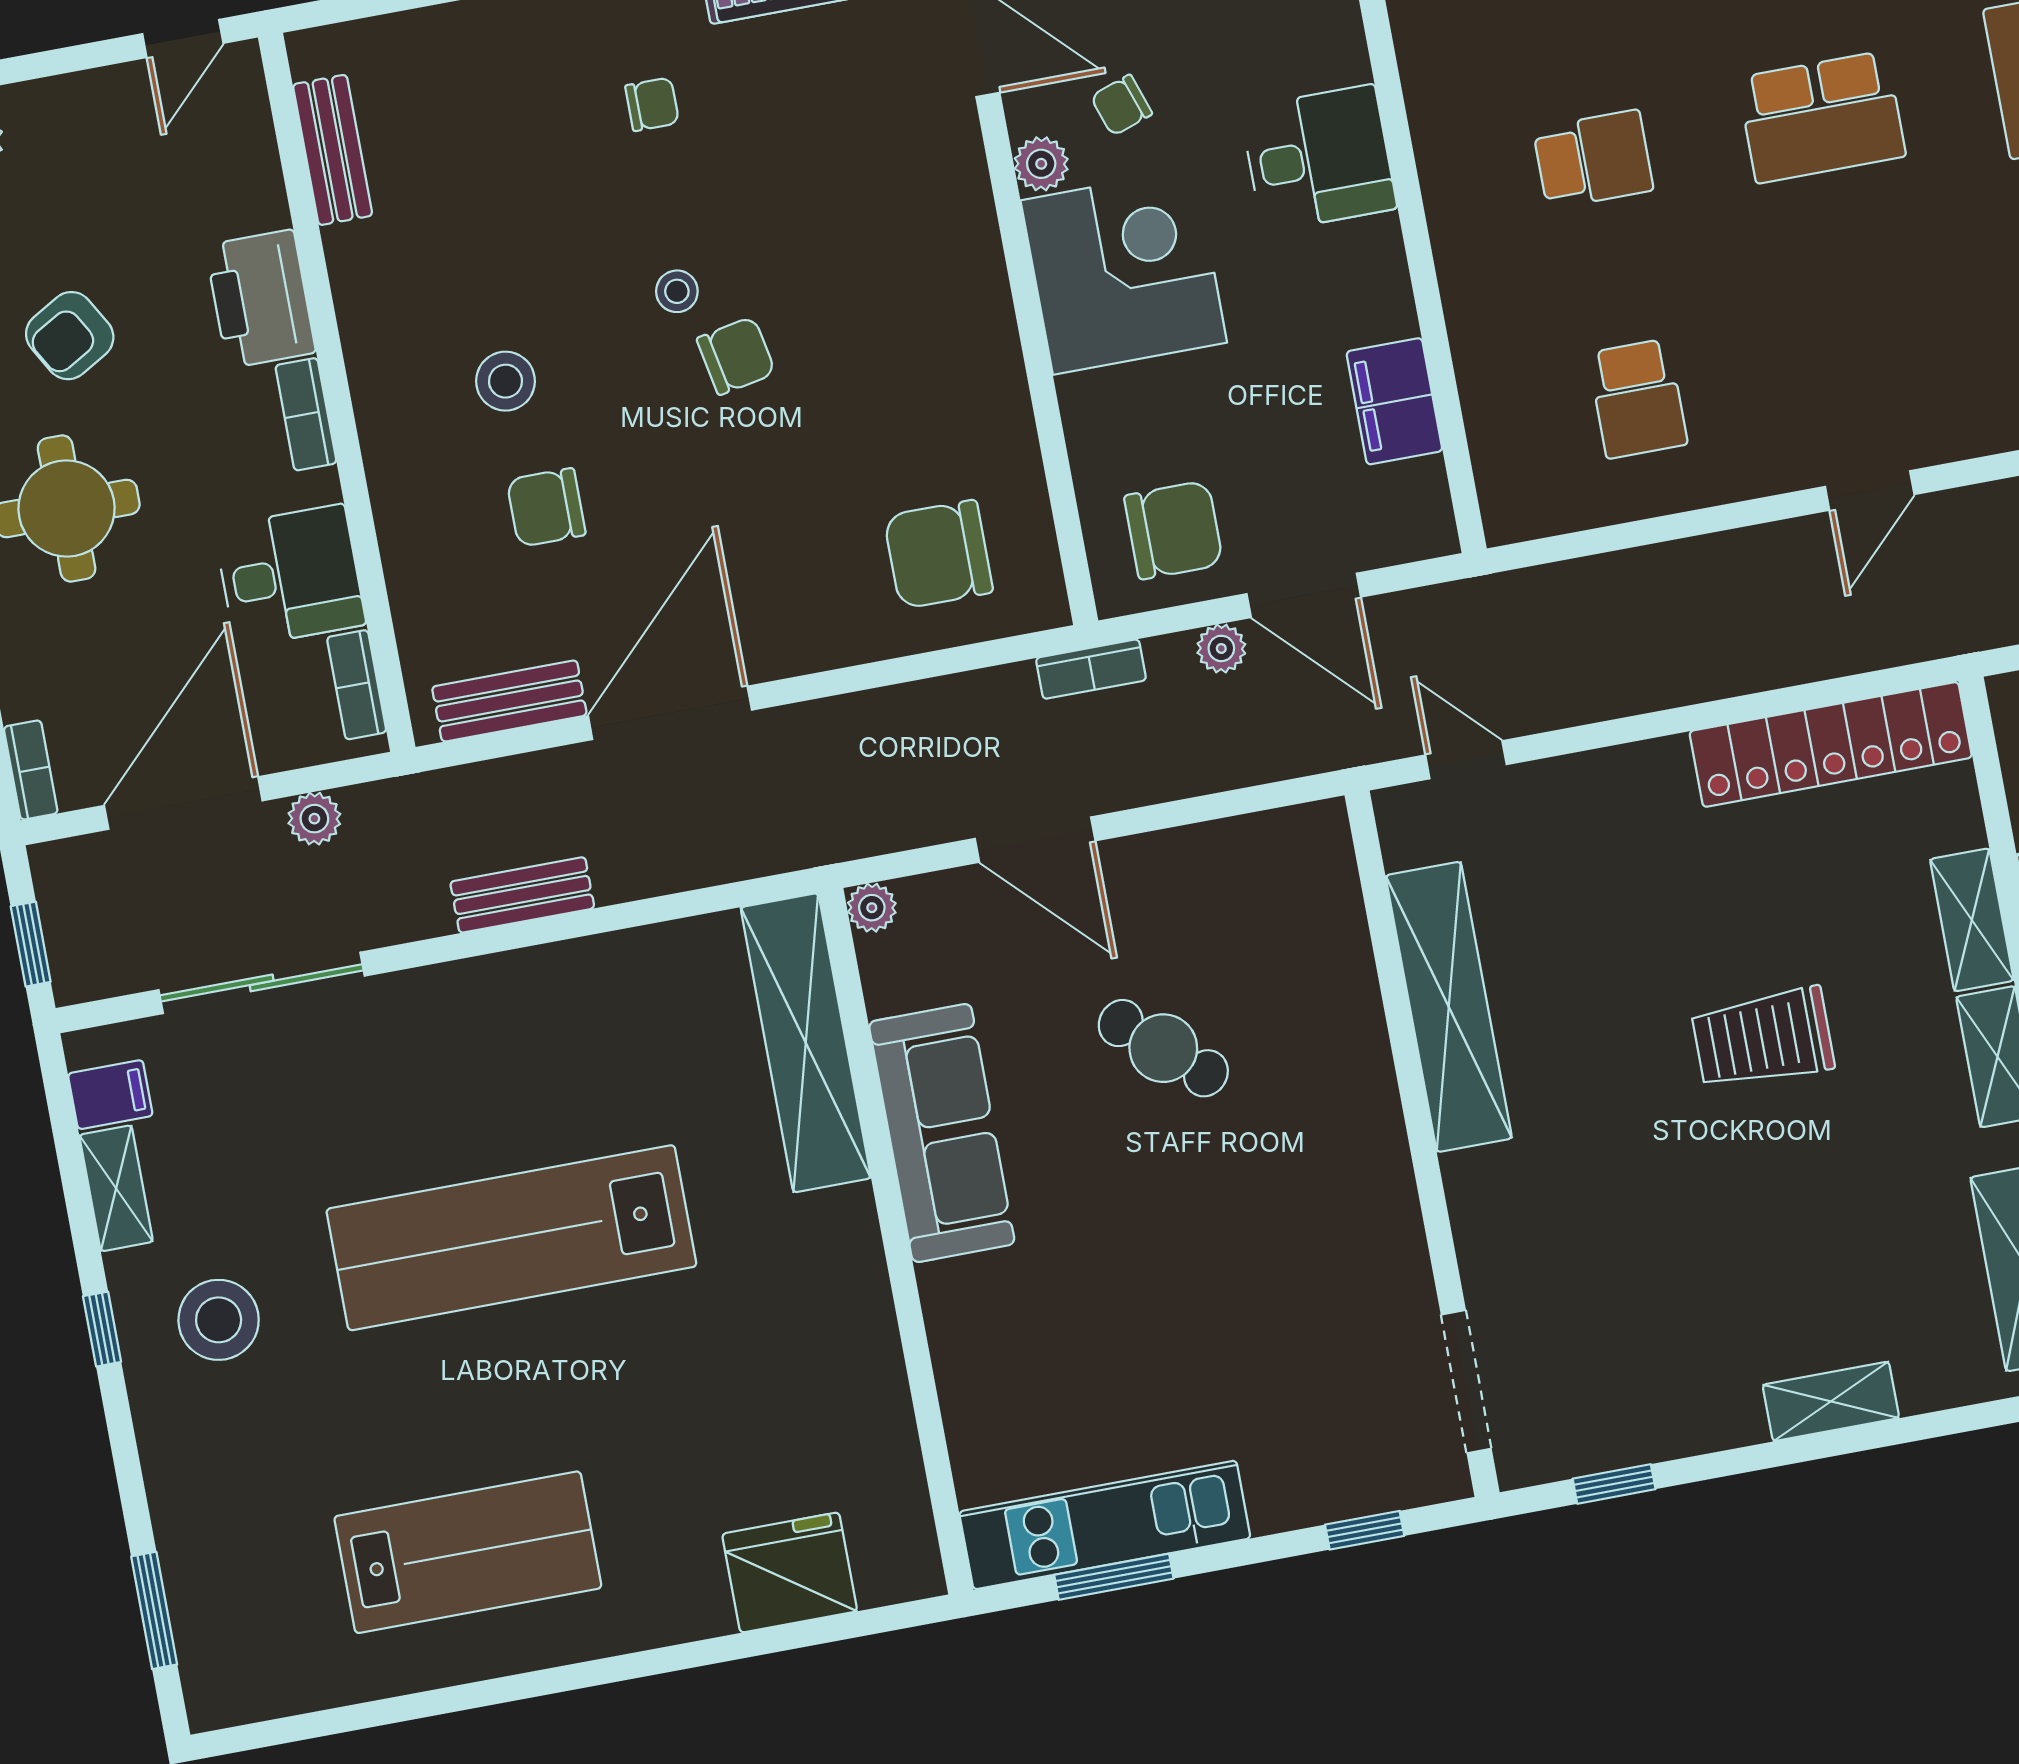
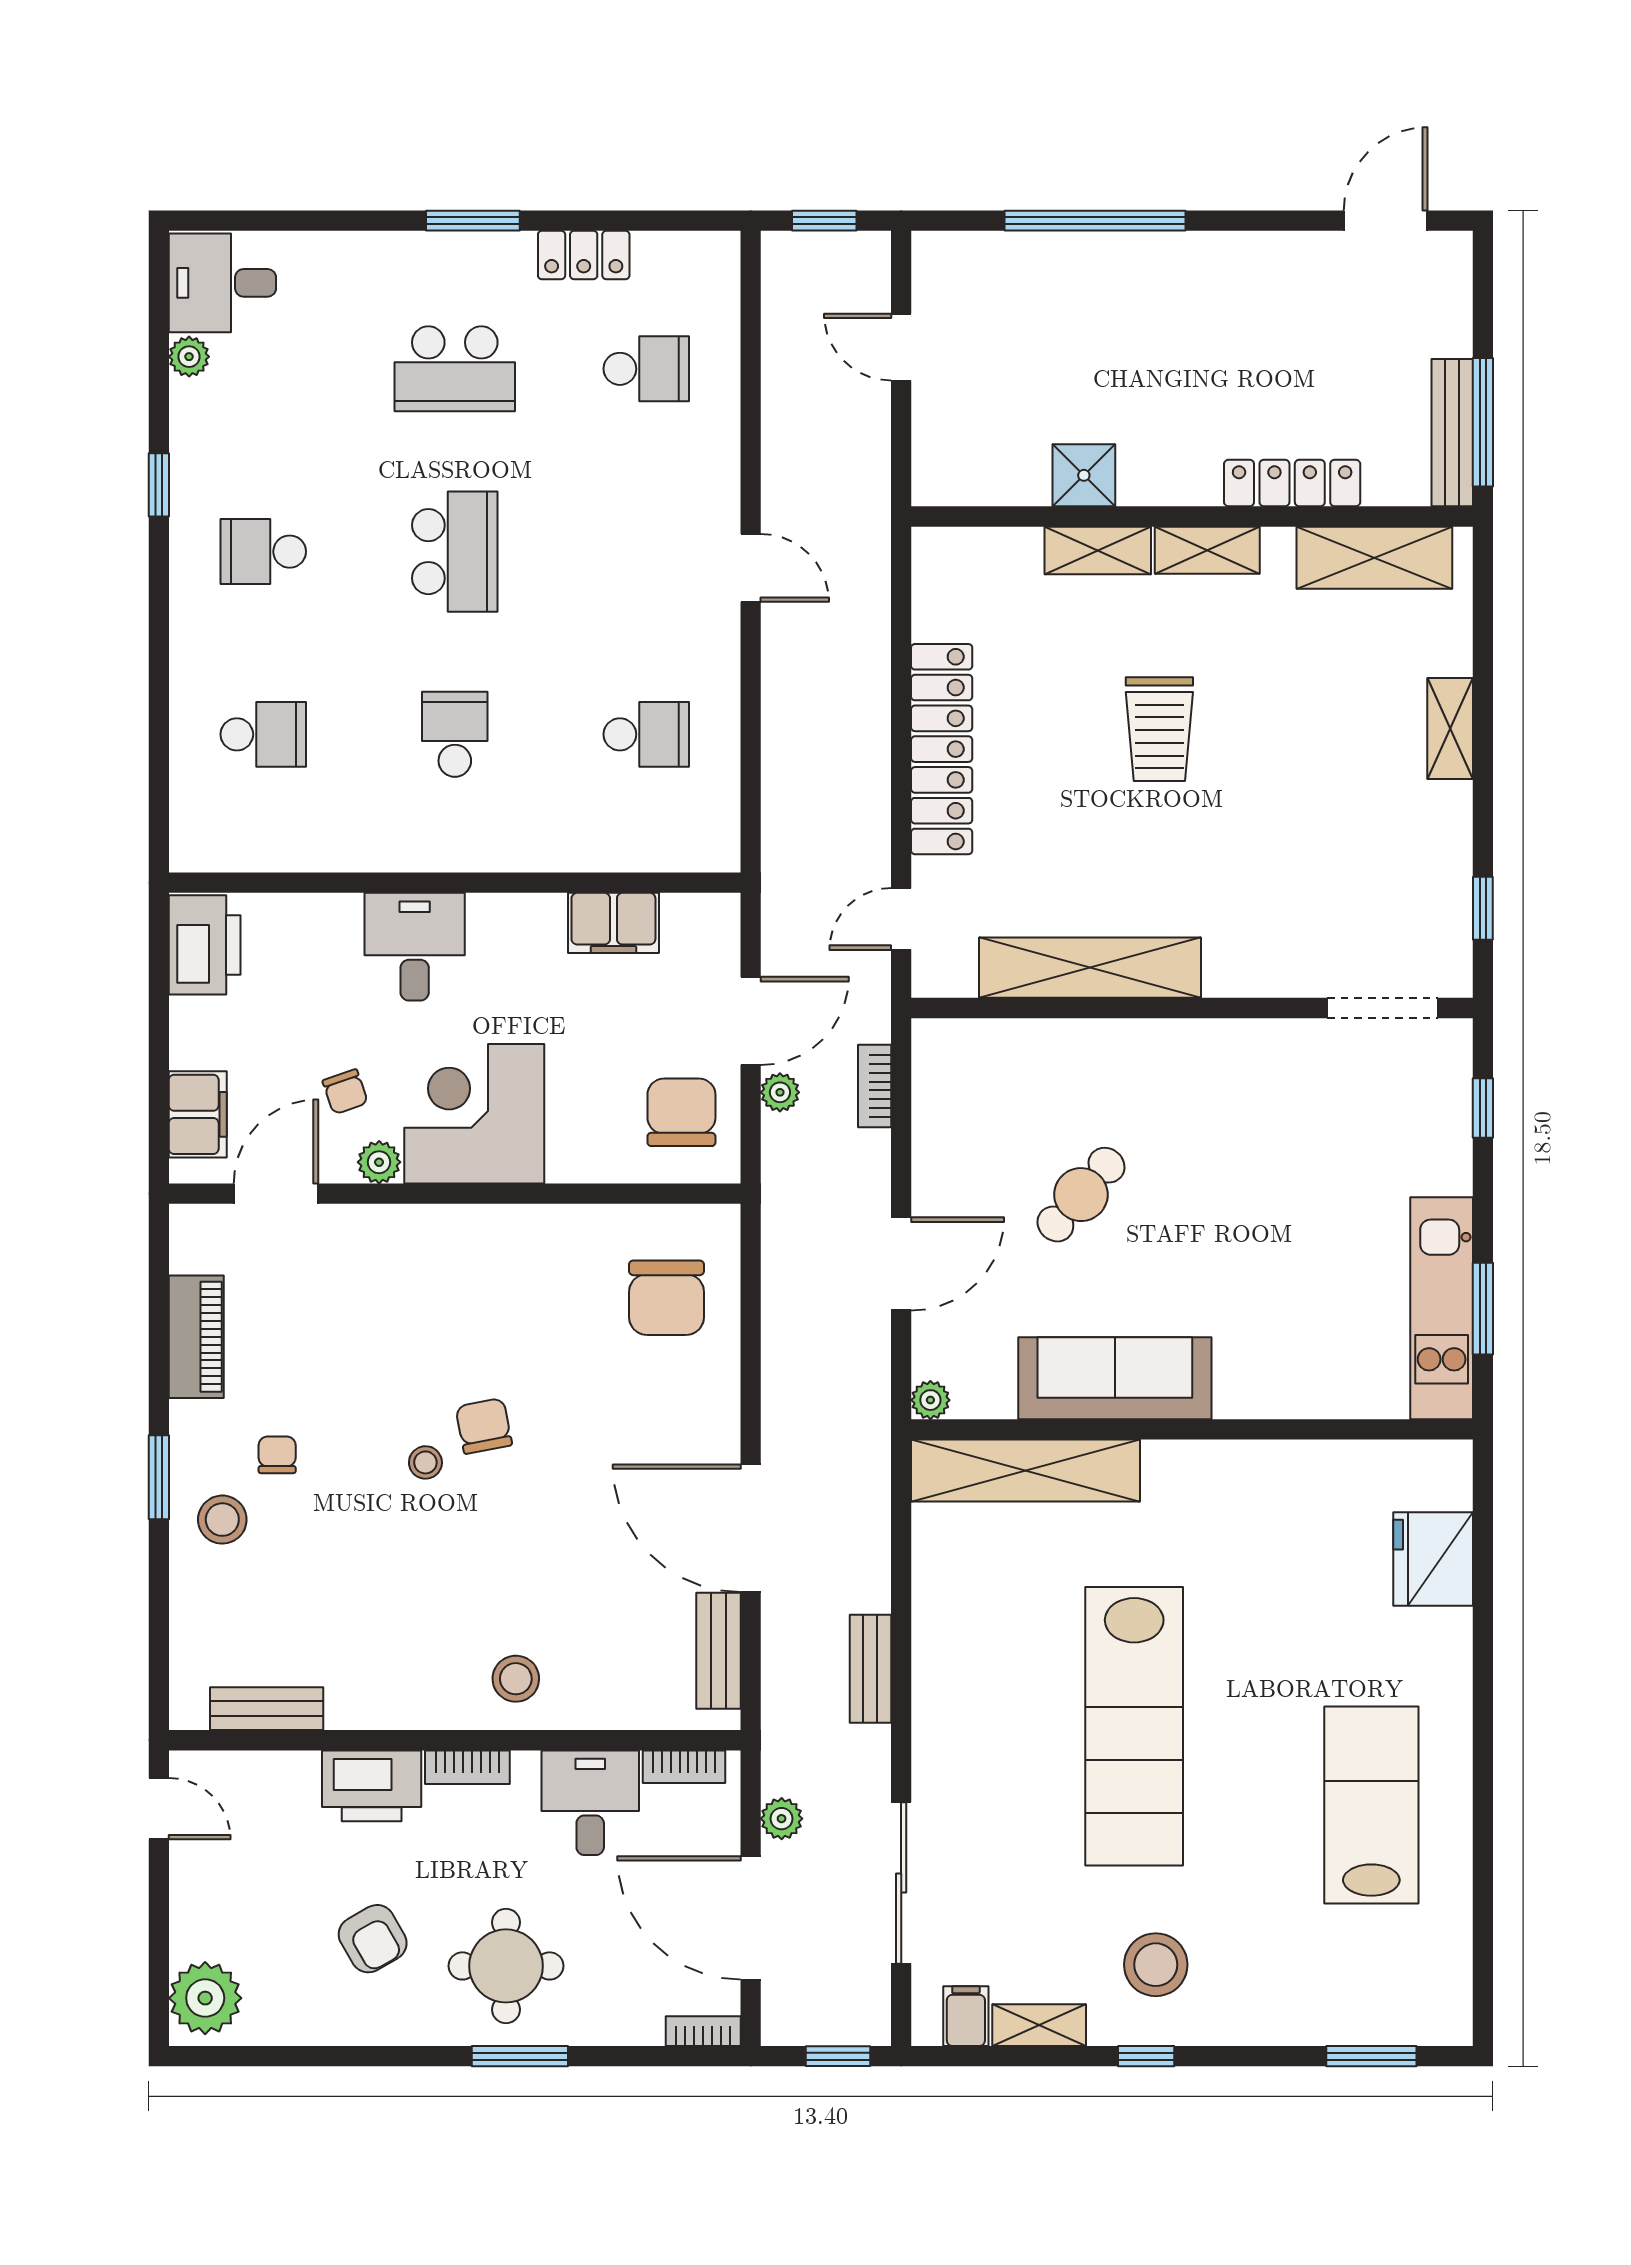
stool: (559, 51) -> (222, 1520), added
stool: (506, 381) -> (516, 1679), moved
chair: (546, 507) -> (574, 1595), removed
bookcase: (1091, 669) -> (875, 1086), moved, turned 180
locker: (1831, 744) -> (942, 749), moved

